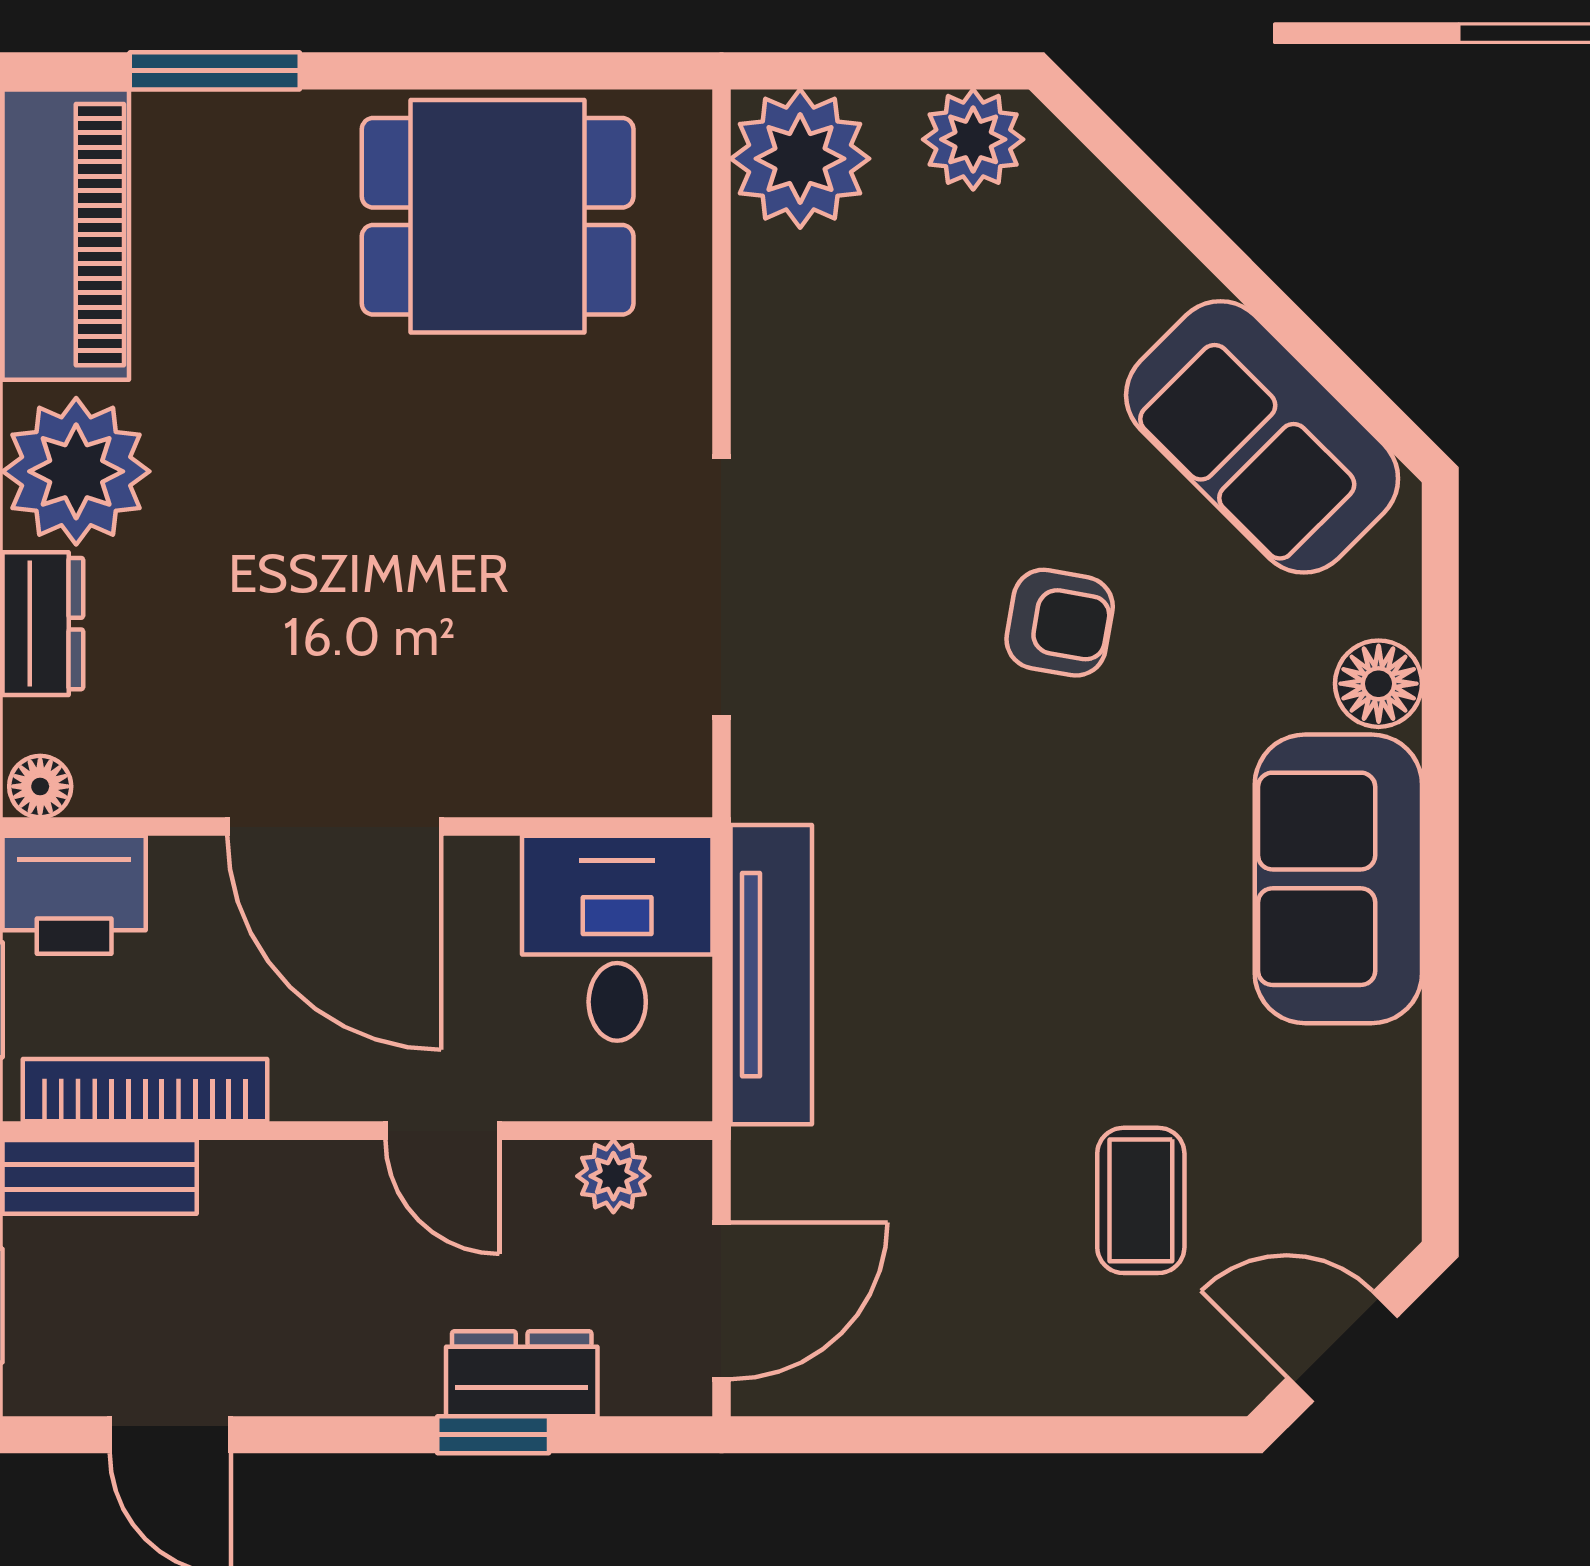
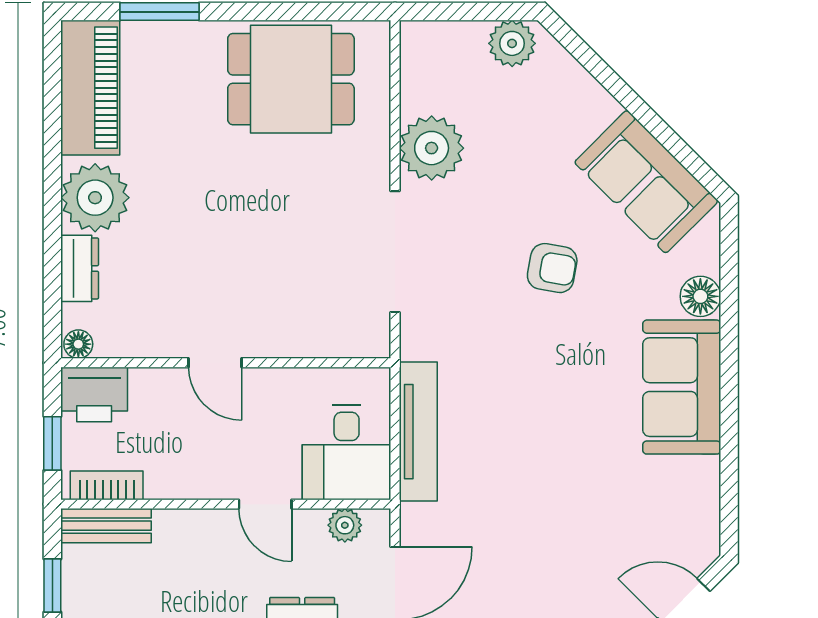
plant: (800, 159) -> (432, 148), moved
door: (334, 827) -> (215, 363), width x0.53
desk: (617, 938) -> (347, 452), moved, turned 180
bookcase: (145, 1090) -> (107, 485), width x0.64
coffee table: (1141, 1200) -> (590, 537), removed

